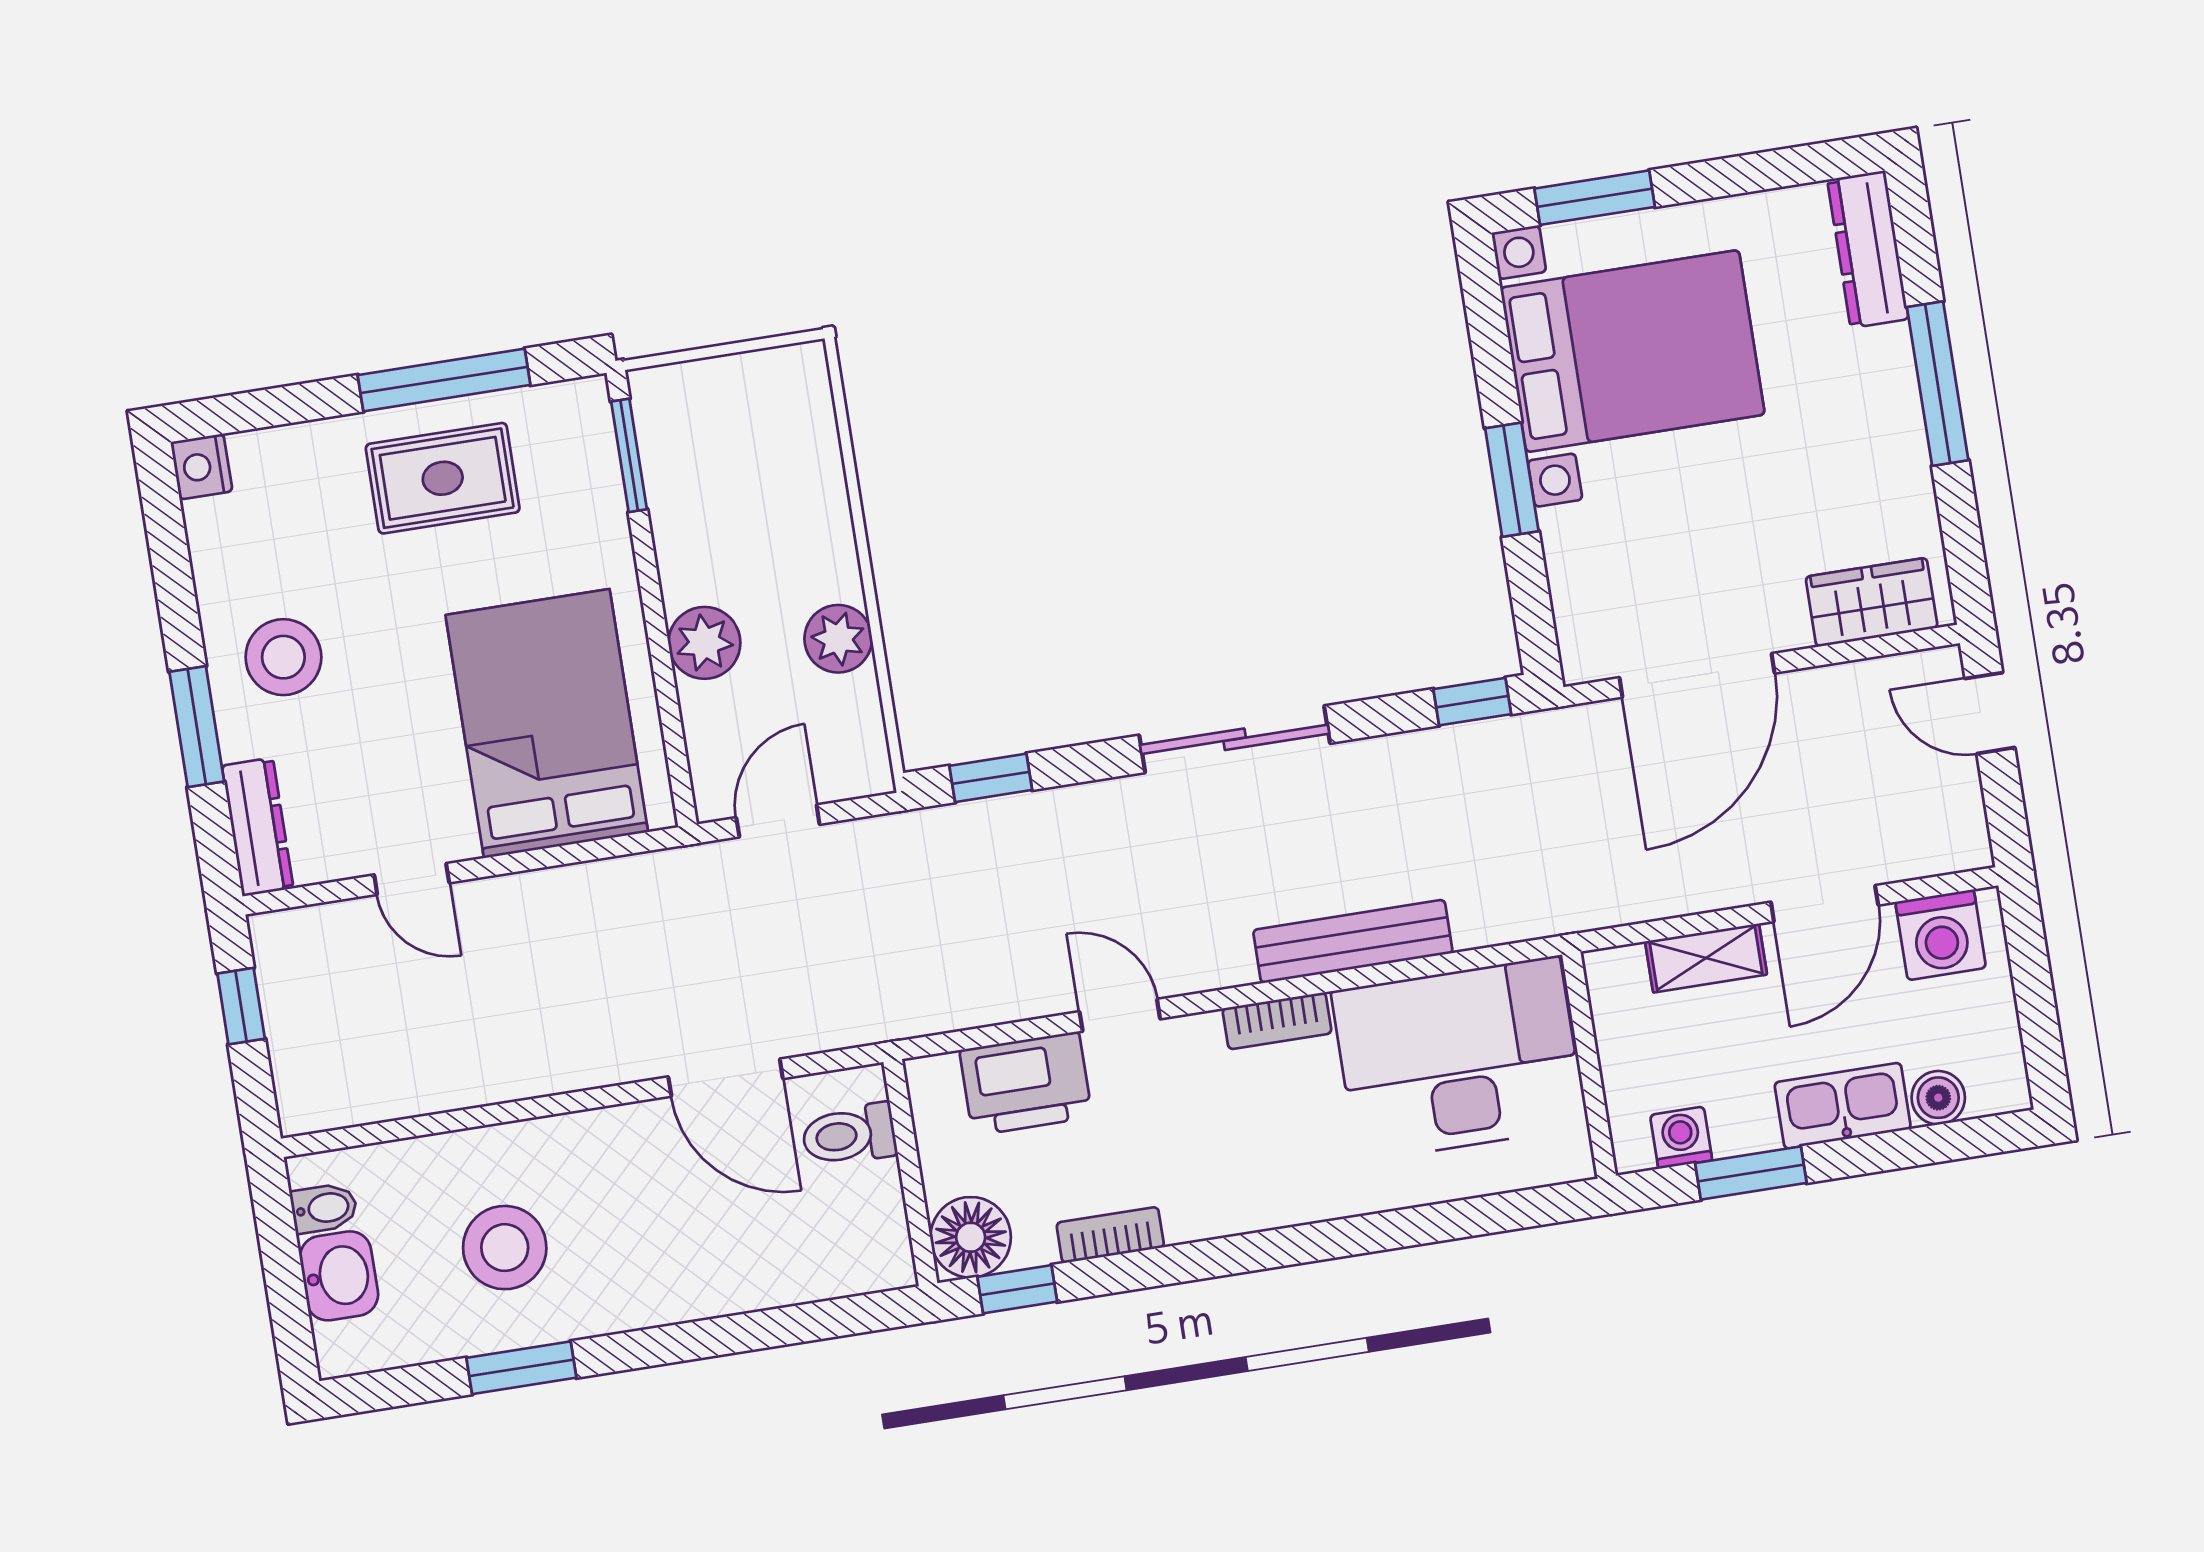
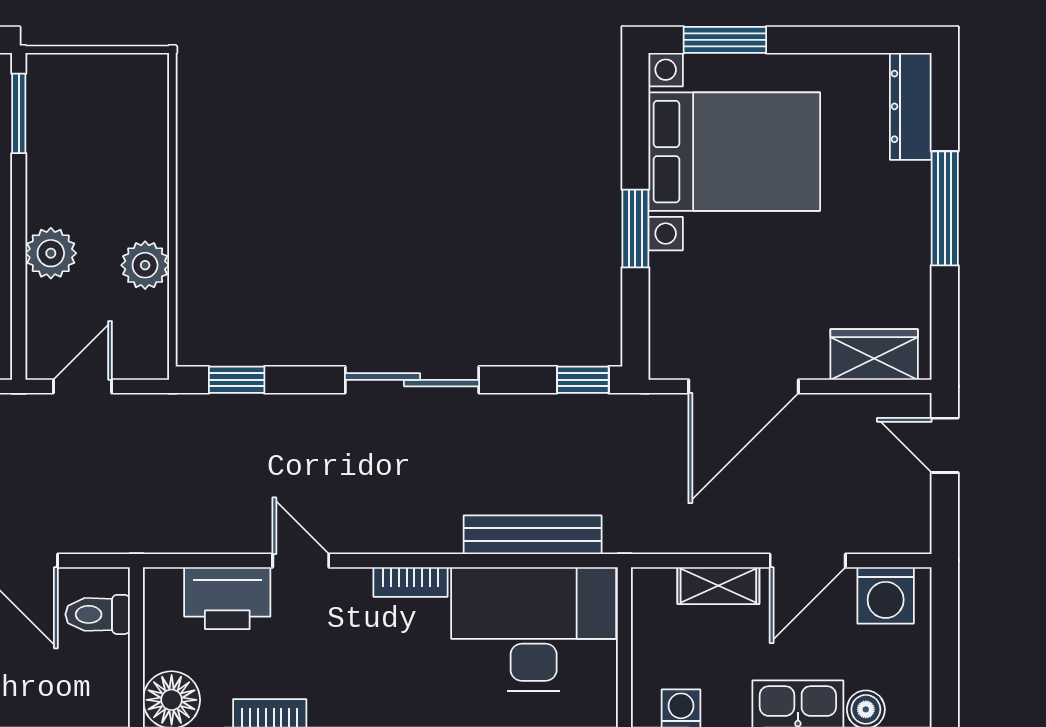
bench: (1353, 941) -> (533, 535), moved

